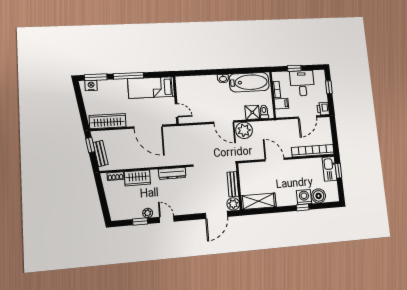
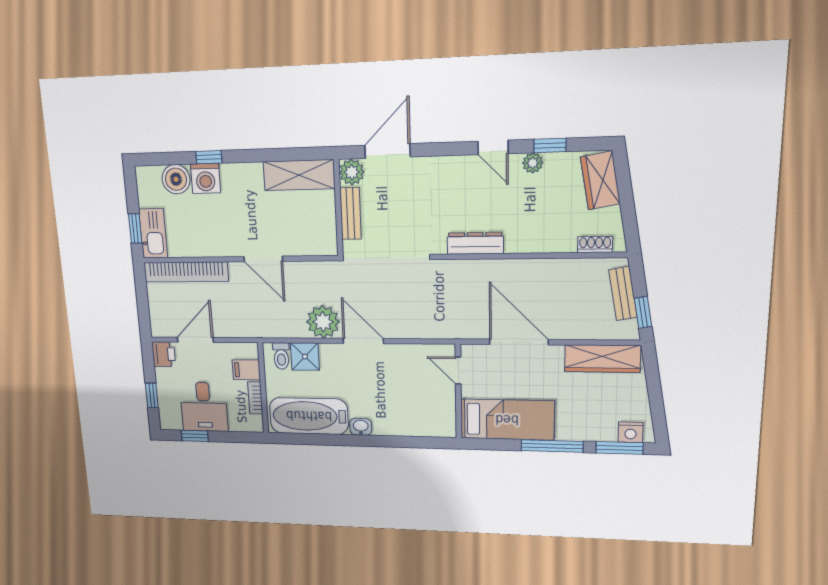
window: (294, 68) -> (195, 436), moved
wardrobe: (137, 178) -> (600, 180), moved, turned -100

